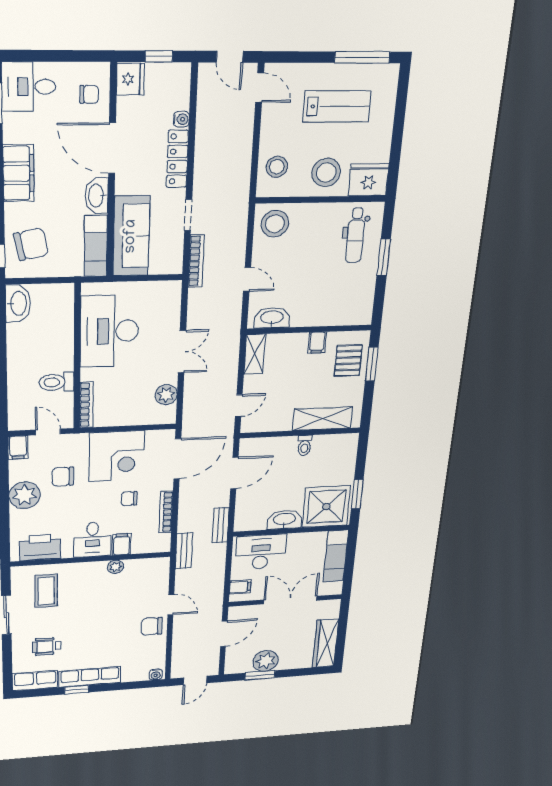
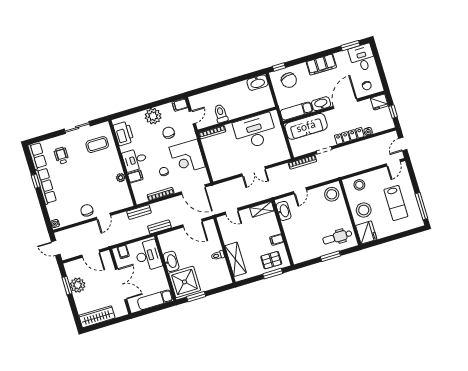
plant: (166, 395) -> (228, 171), removed

